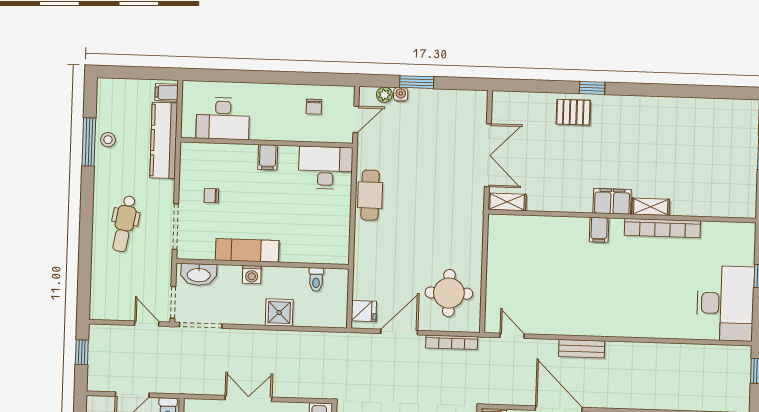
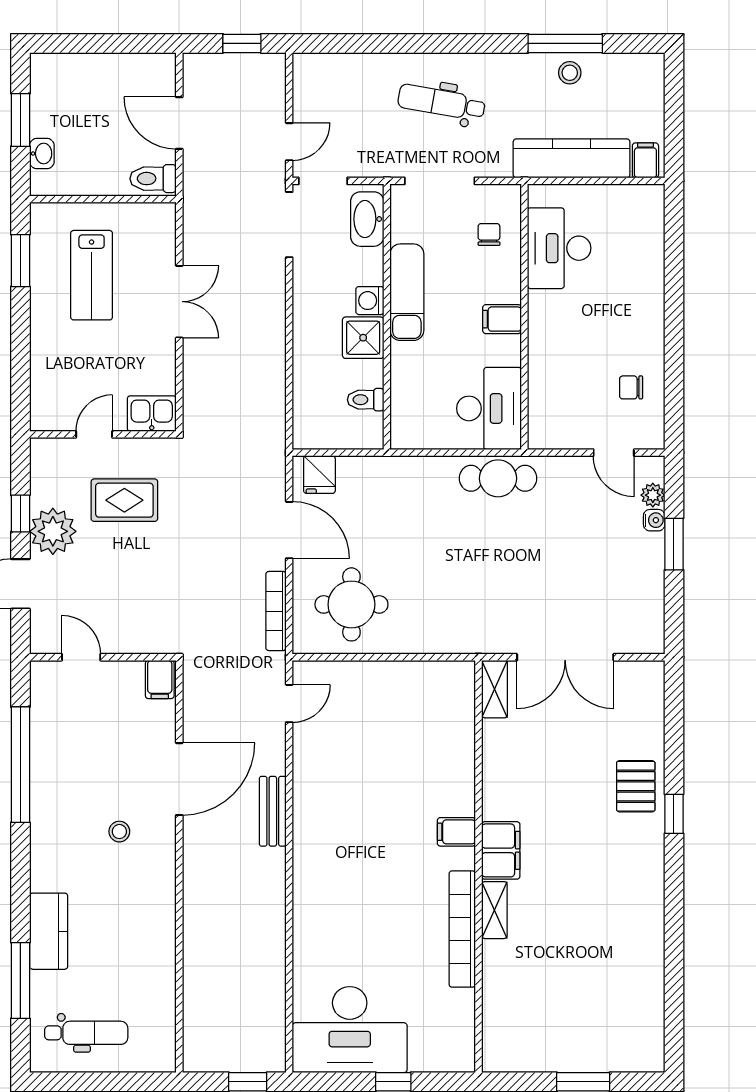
desk: (223, 119) -> (559, 248), moved
wall: (267, 143) -> (524, 317), moved
filing cabinet: (268, 157) -> (502, 319), moved
desk: (326, 168) -> (489, 408), moved
shower: (279, 312) -> (363, 338), moved

